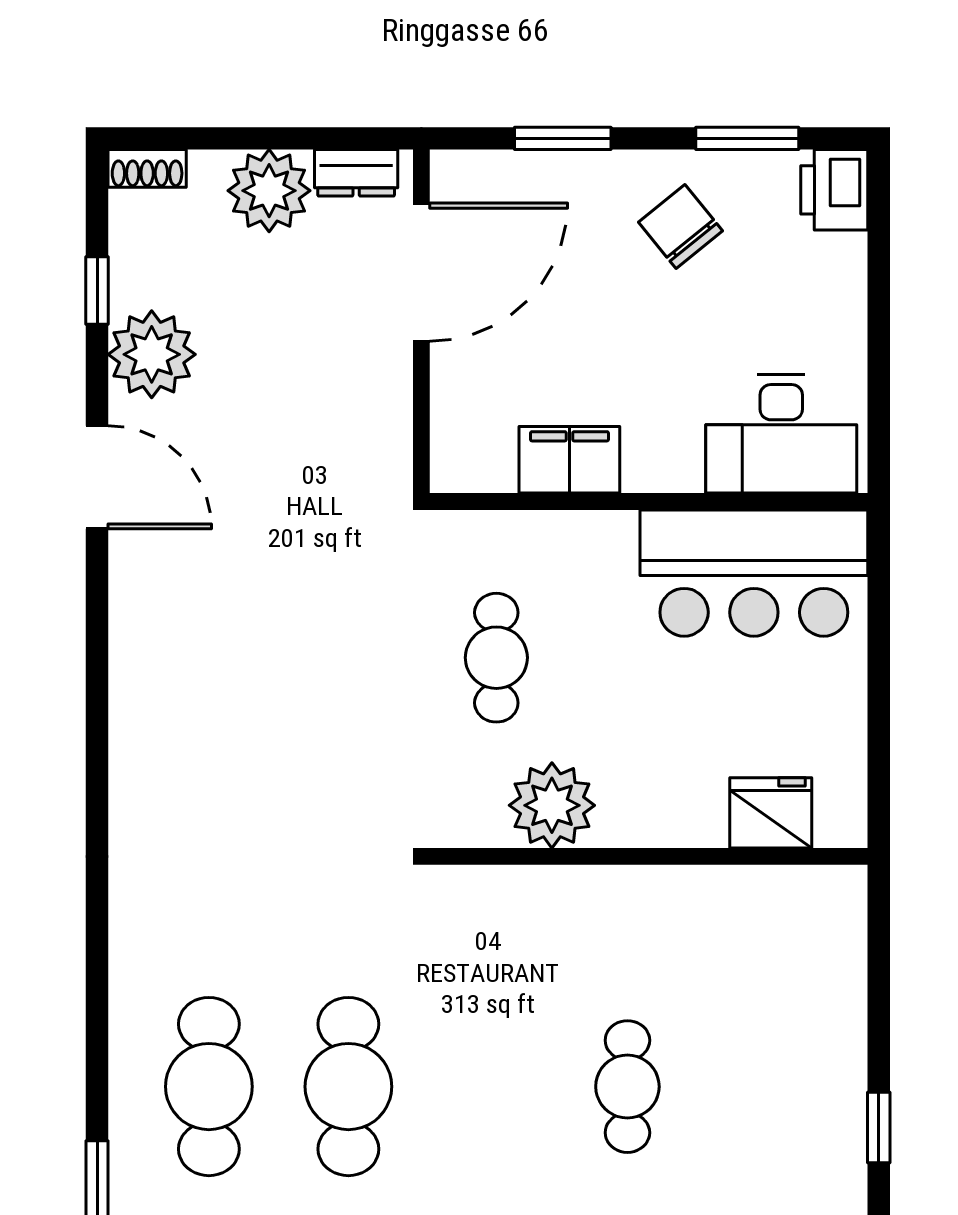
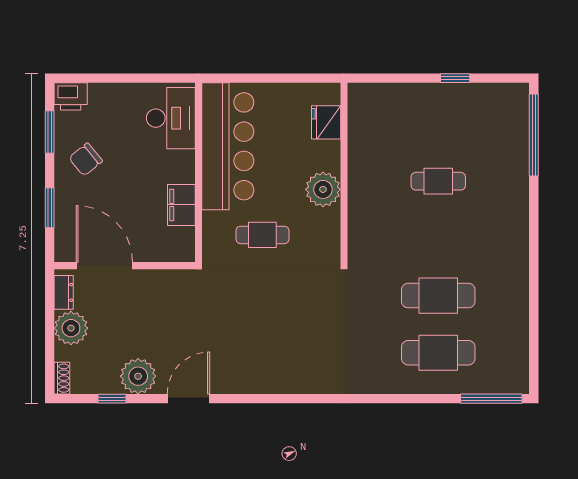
bar counter: (754, 573) -> (228, 146), width x1.36
plant: (552, 805) -> (323, 189), moved

